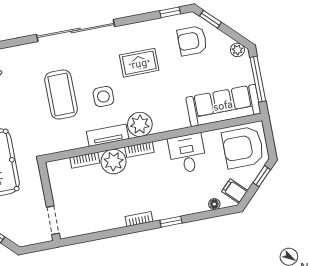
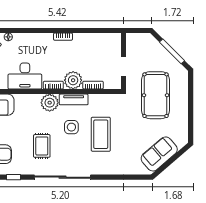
sliding door: (76, 30) -> (63, 177), moved
rug: (139, 63) -> (42, 146), turned 90
desk: (187, 153) -> (25, 76), width x1.37
doorway: (53, 220) -> (123, 67), moved
window: (171, 222) -> (41, 30), removed

